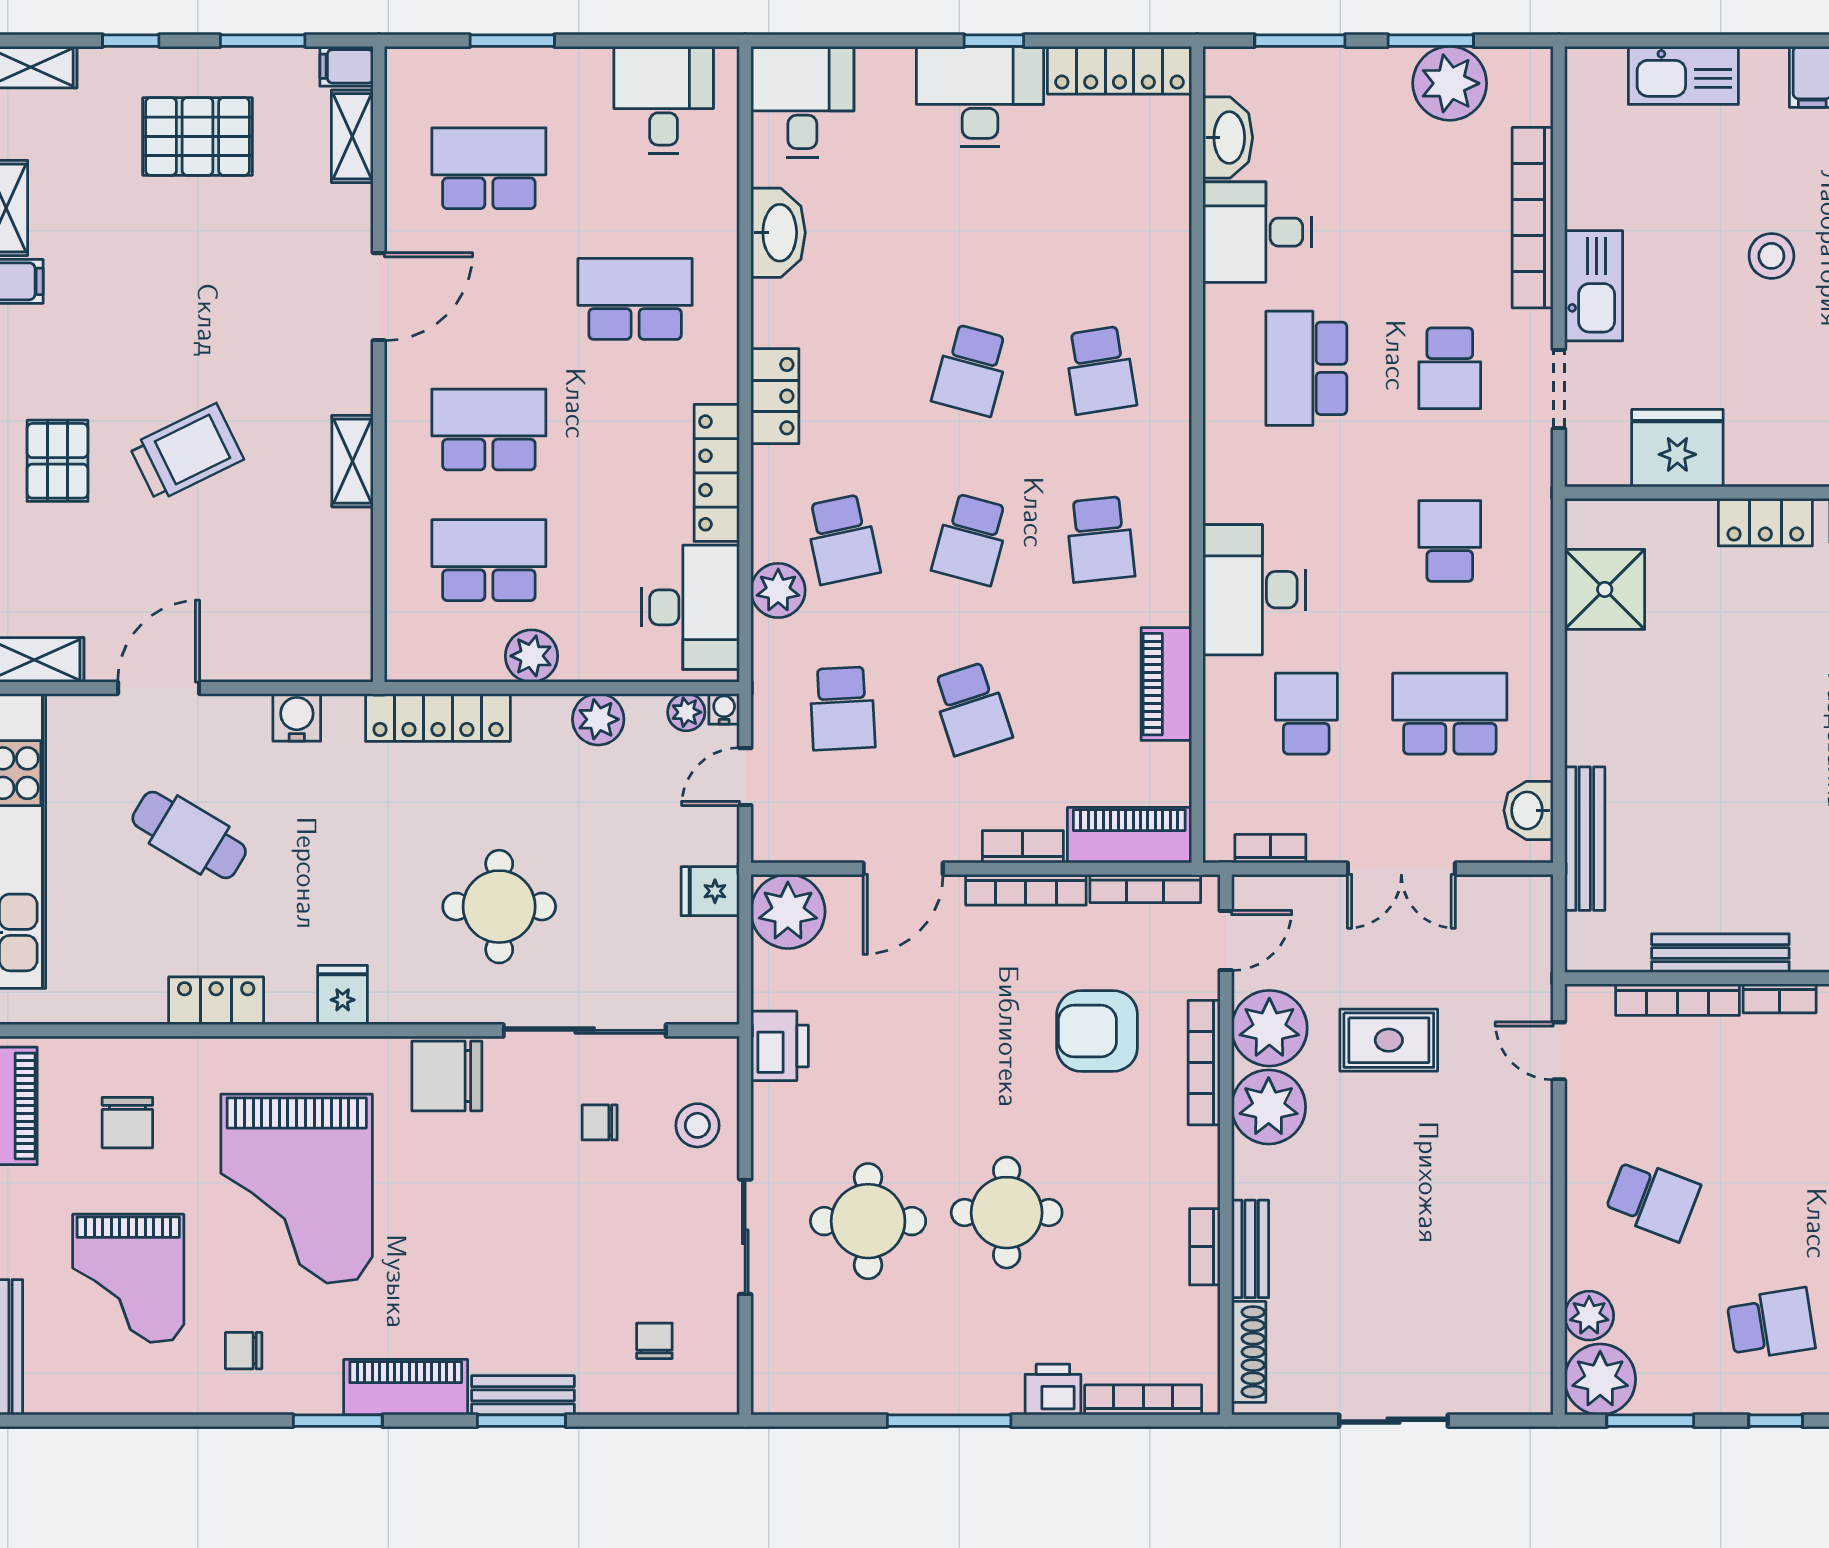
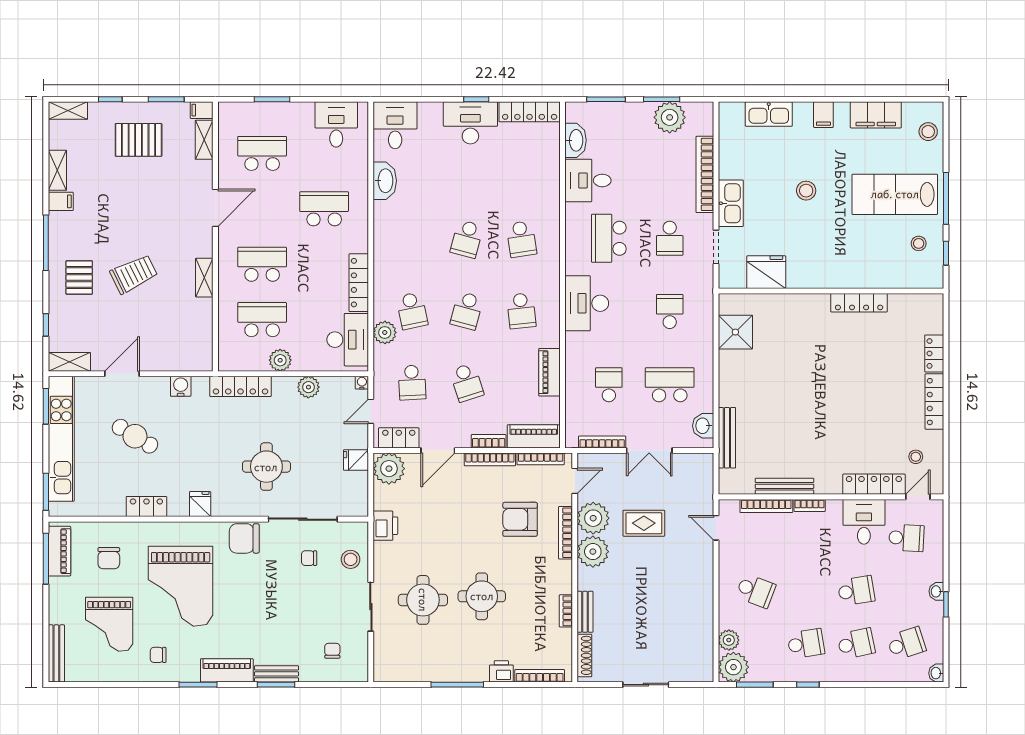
locker: (775, 396) -> (399, 438), moved, turned -90
locker: (1765, 522) -> (804, 304), removed
desk: (1254, 590) -> (587, 303), moved
plant: (686, 712) -> (346, 384), removed
bookcase: (1270, 849) -> (602, 442), width x1.56

